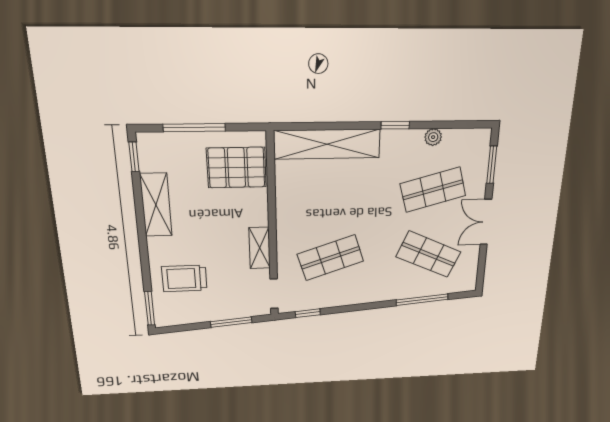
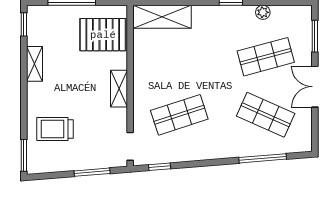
shelving: (327, 144) -> (162, 17), width x0.68
shelving: (156, 205) -> (35, 64), width x0.67, depth x0.75
shelving: (260, 248) -> (119, 89), moved

